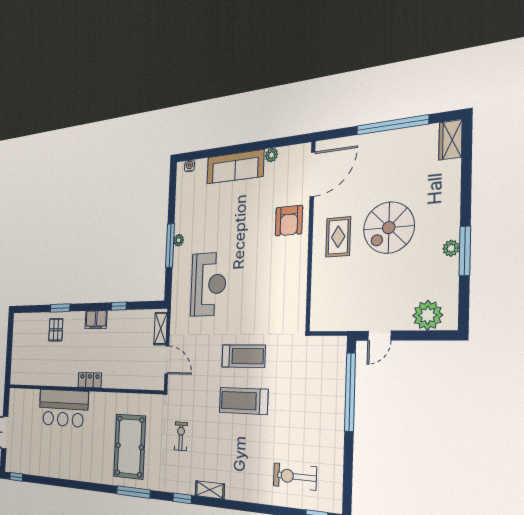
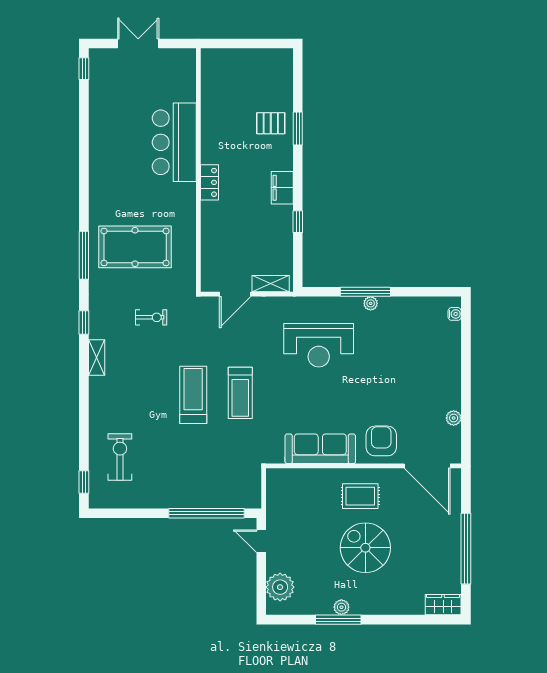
sofa: (235, 167) -> (320, 449), moved, turned 90
armchair: (289, 221) -> (381, 441), turned 90

